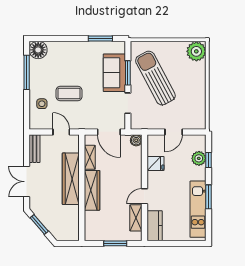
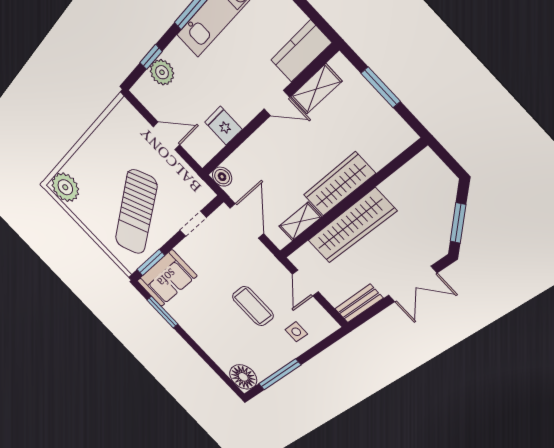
sofa: (114, 73) -> (167, 278), moved
window: (128, 73) -> (151, 262), moved

